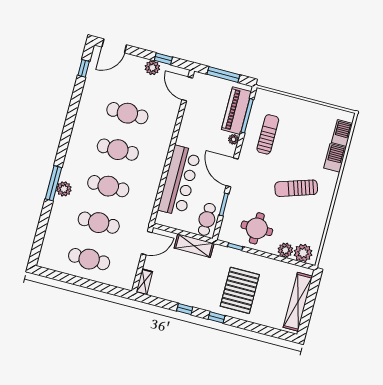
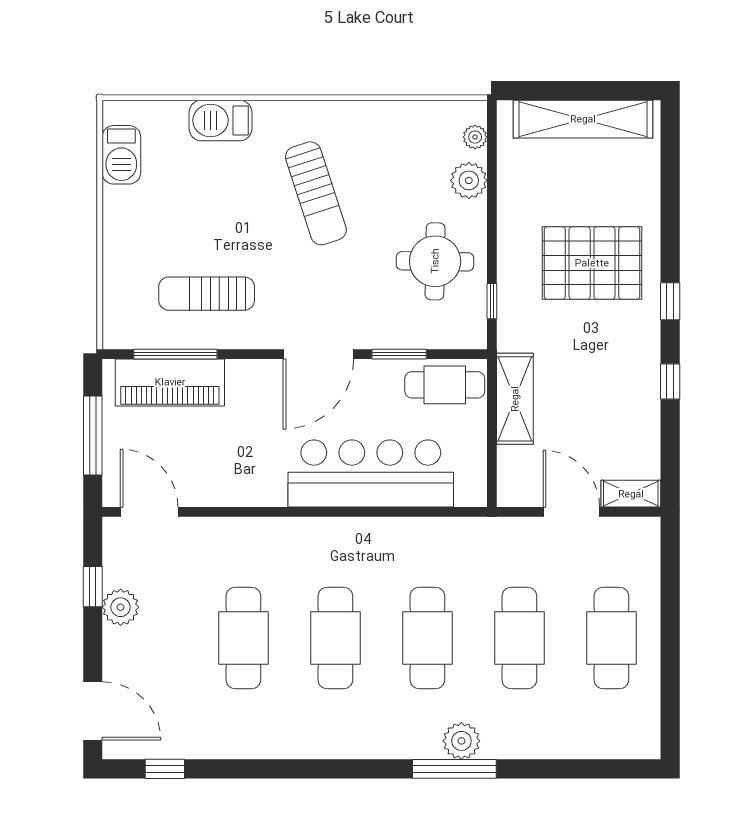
door: (187, 89) -> (149, 512), swing flipped
barbecue: (342, 133) -> (121, 155), moved, turned -90
plant: (233, 139) -> (240, 371), removed
door: (147, 243) -> (571, 512), moved
plant: (303, 253) -> (475, 137), width x0.53, depth x0.53

